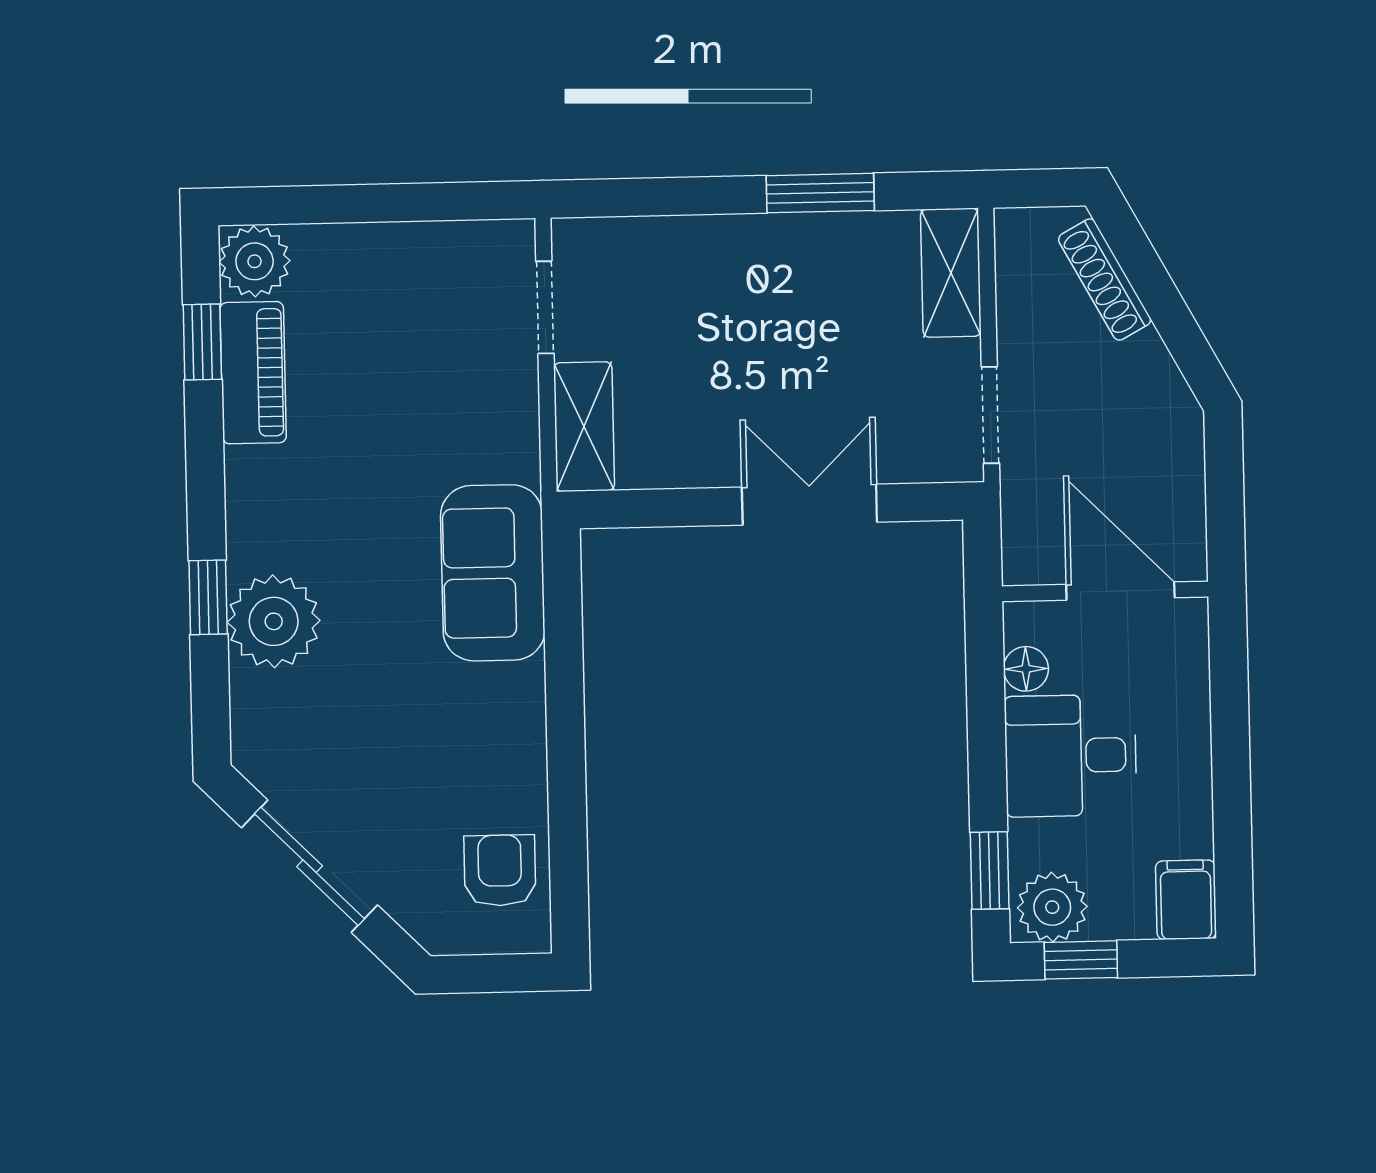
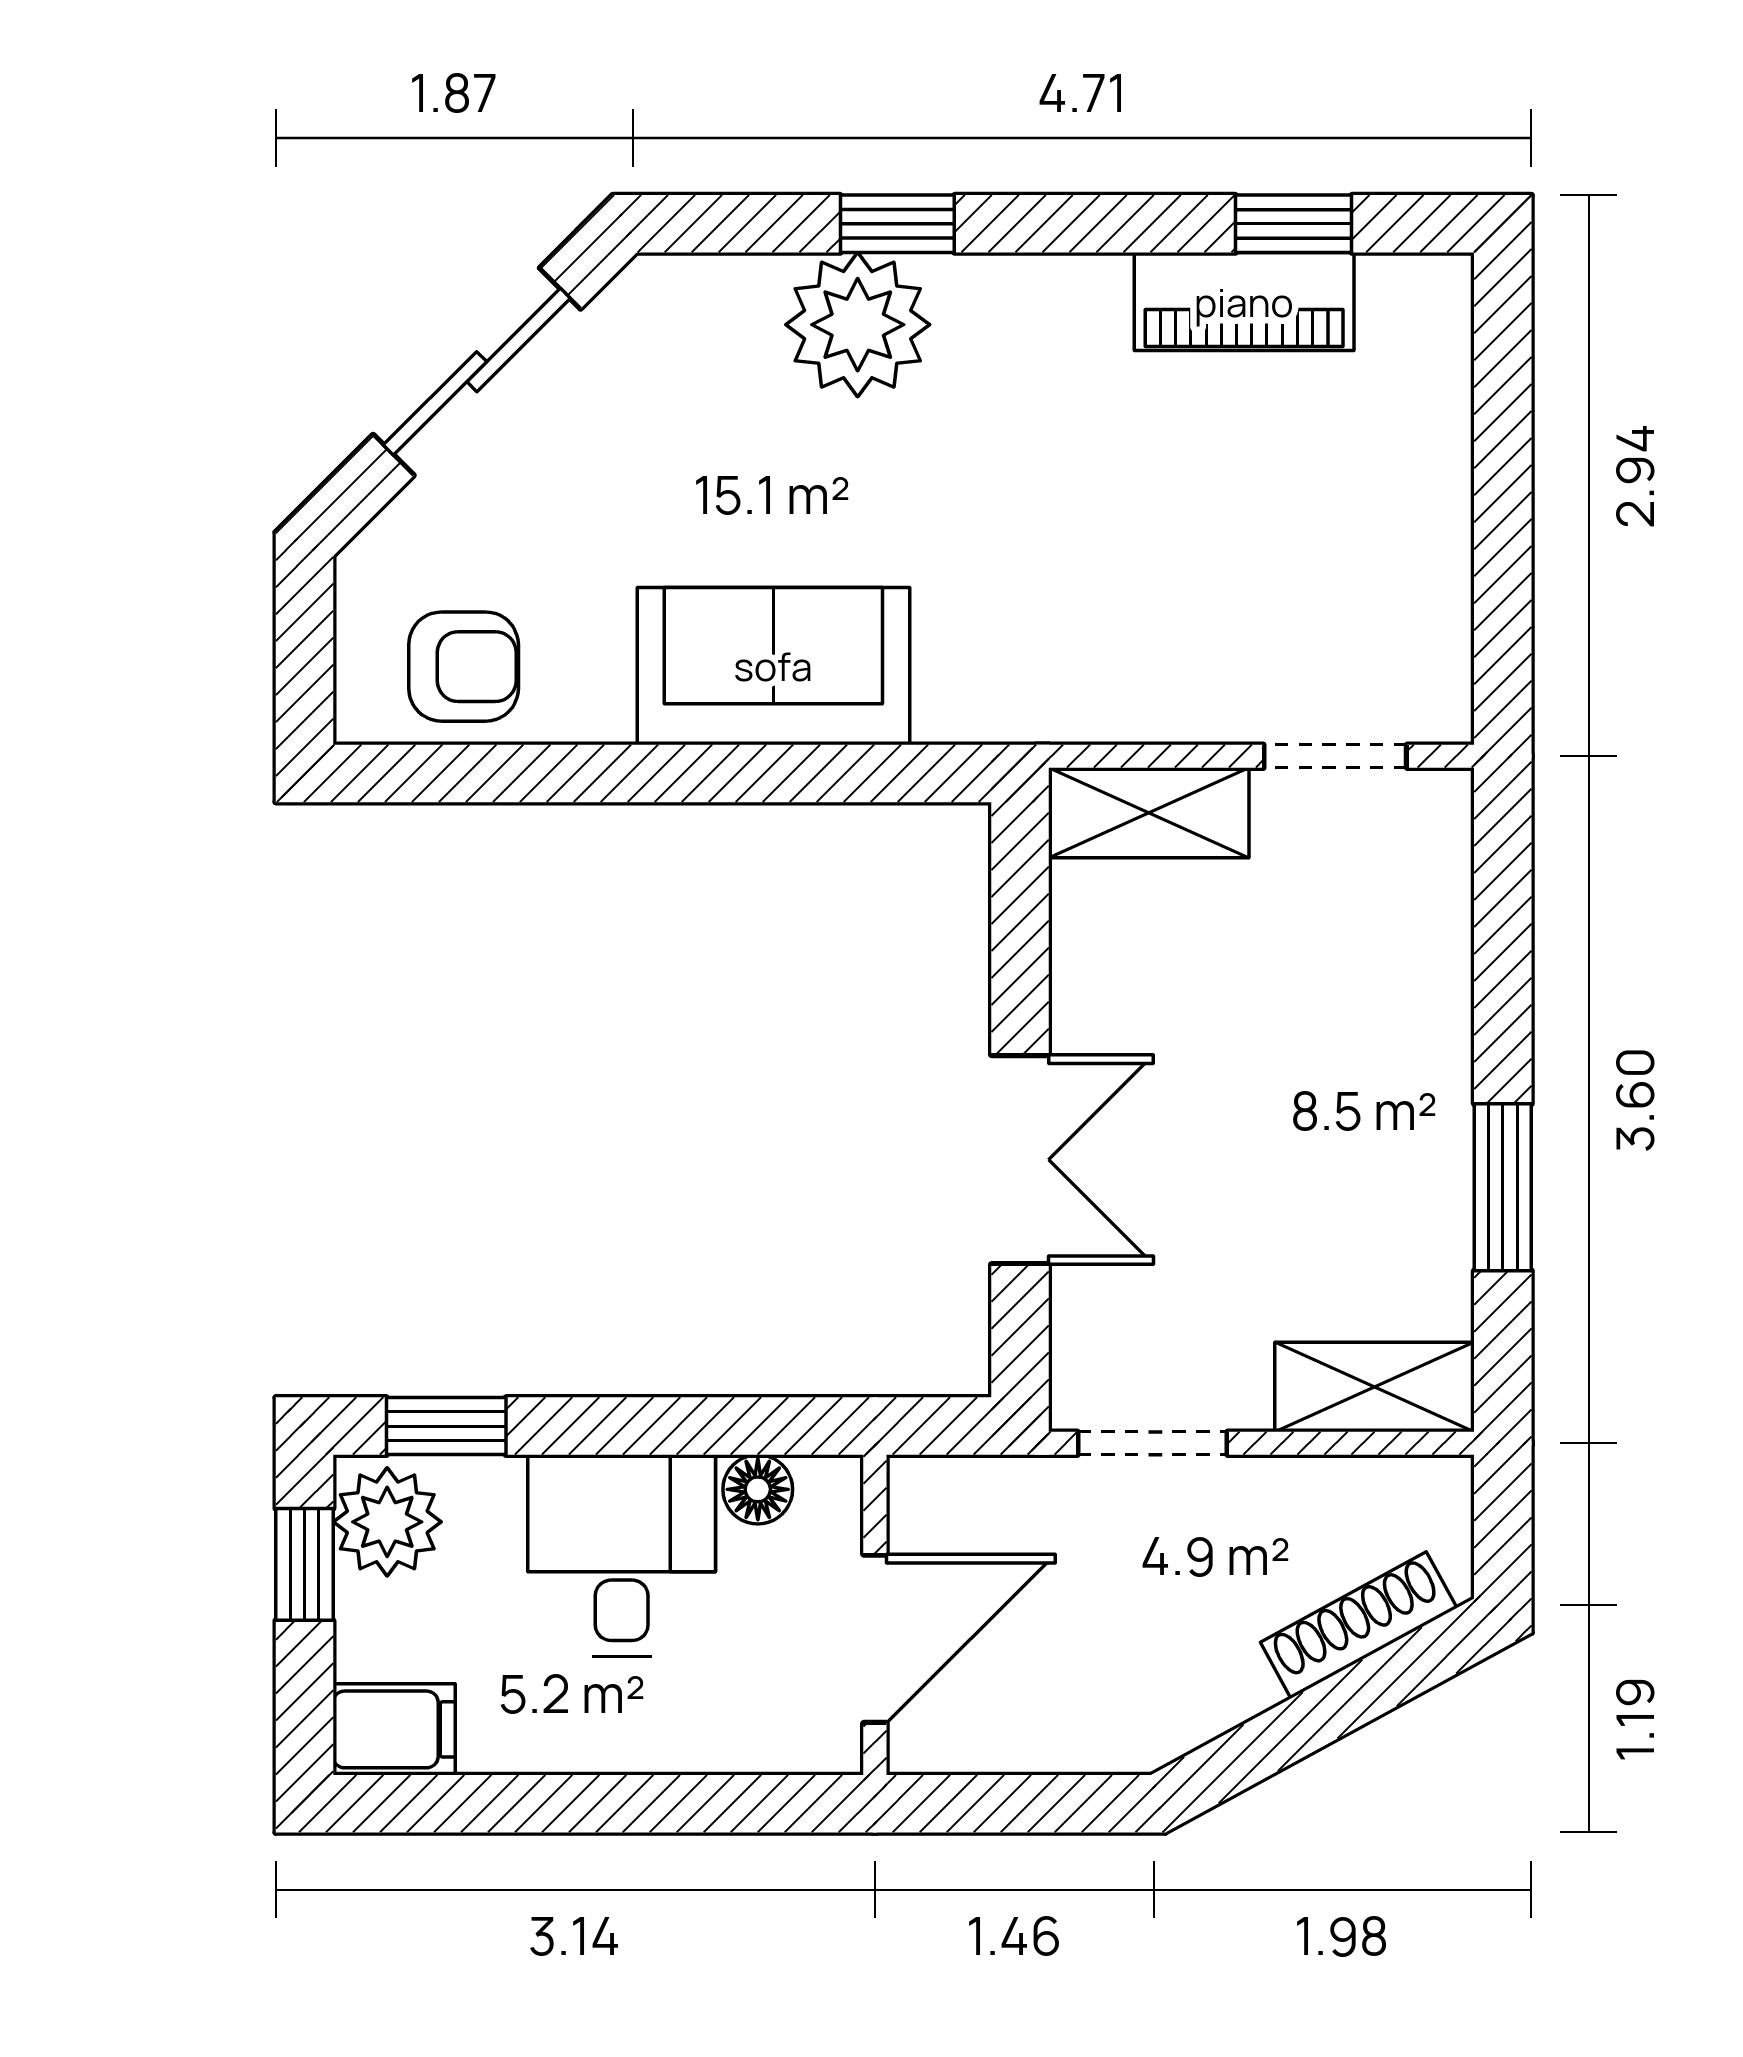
plant: (255, 261) -> (1417, 308), removed
sofa: (493, 573) -> (773, 666), moved

